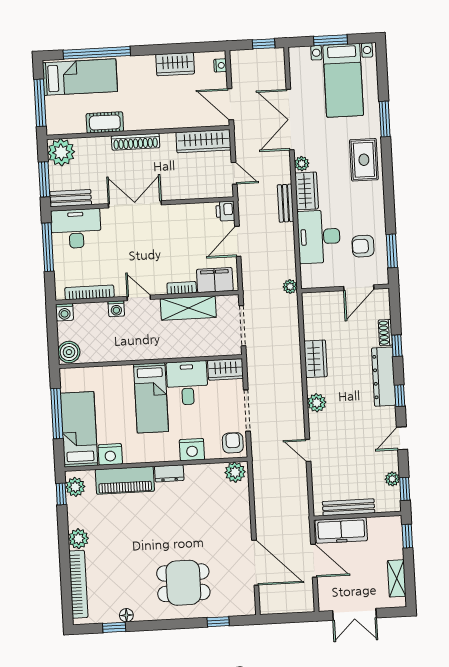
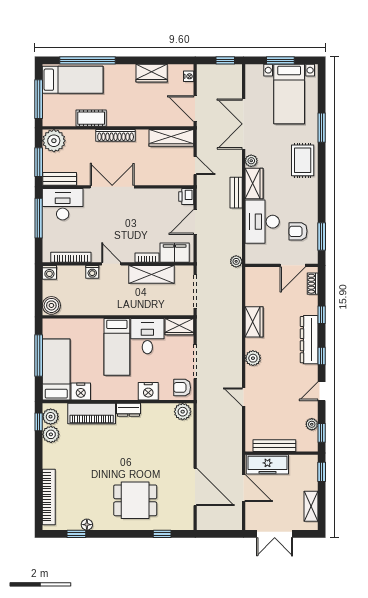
shoe rack: (385, 333) -> (313, 284), moved
armchair: (233, 443) -> (182, 387), turned -90
plant: (78, 539) -> (51, 434), moved

